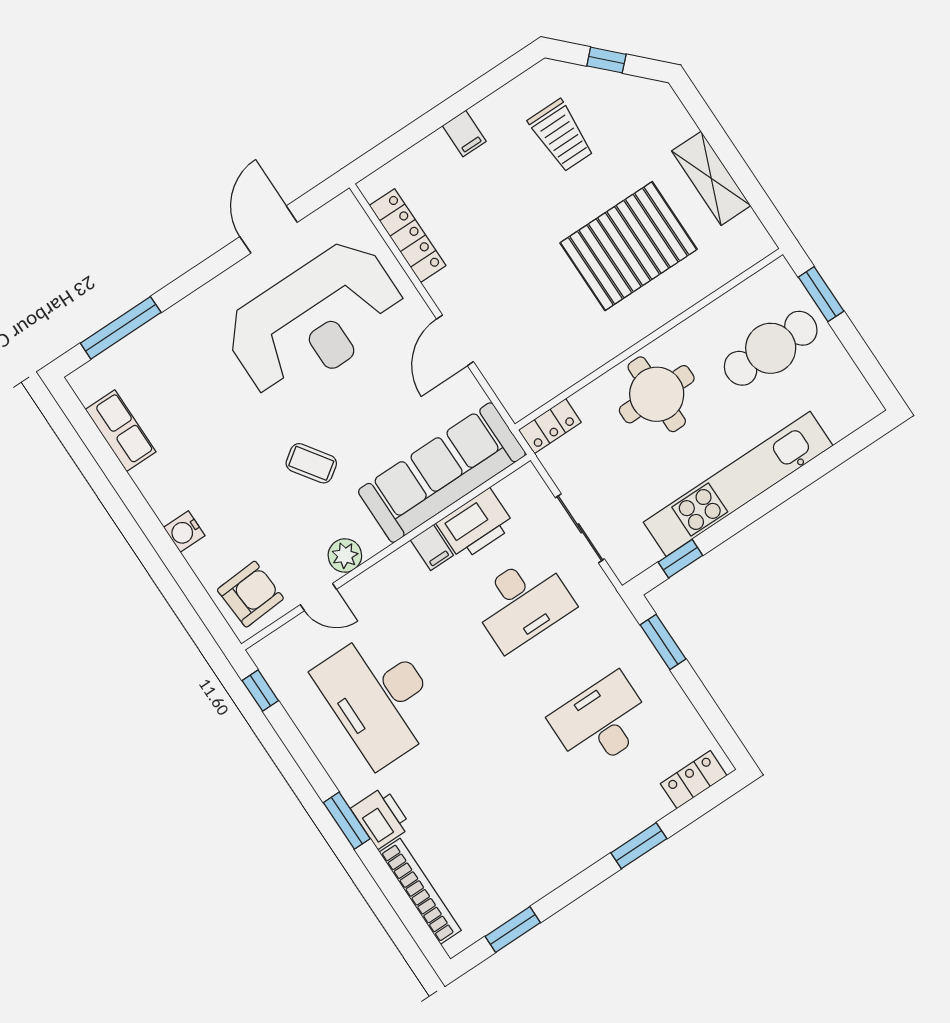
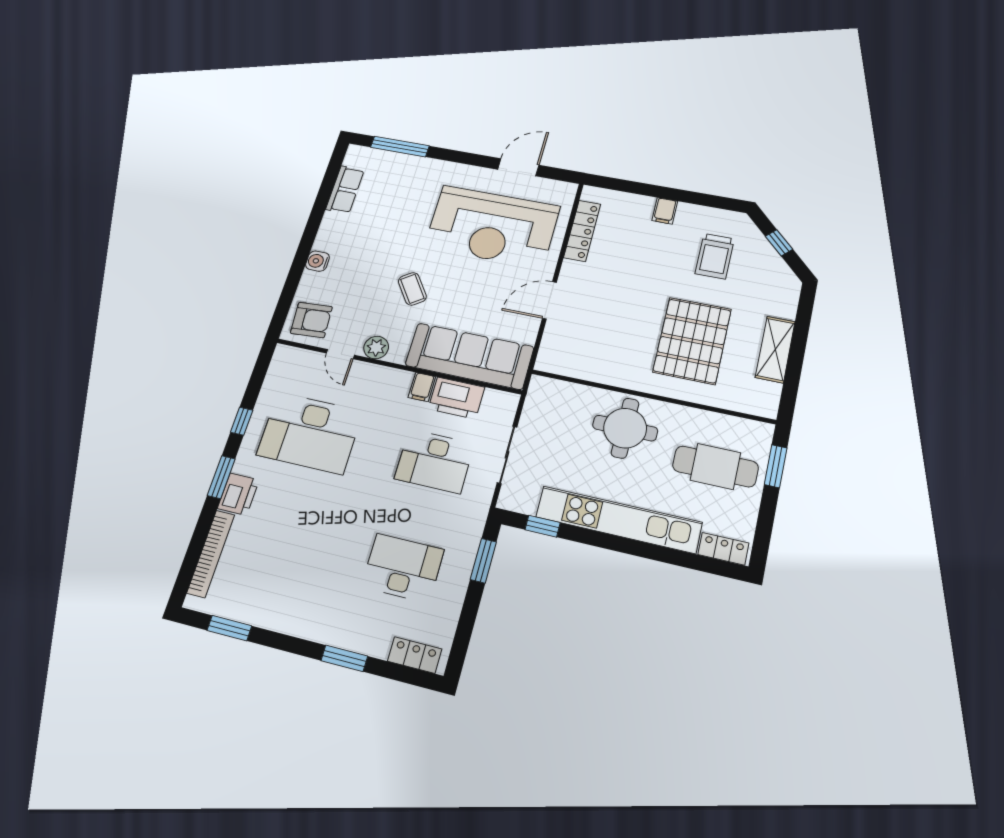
pallet: (629, 246) -> (692, 341), turned 90
locker: (550, 426) -> (723, 549), moved, turned 180
window: (260, 691) -> (242, 421), moved
desk: (379, 697) -> (310, 433), turned -90

